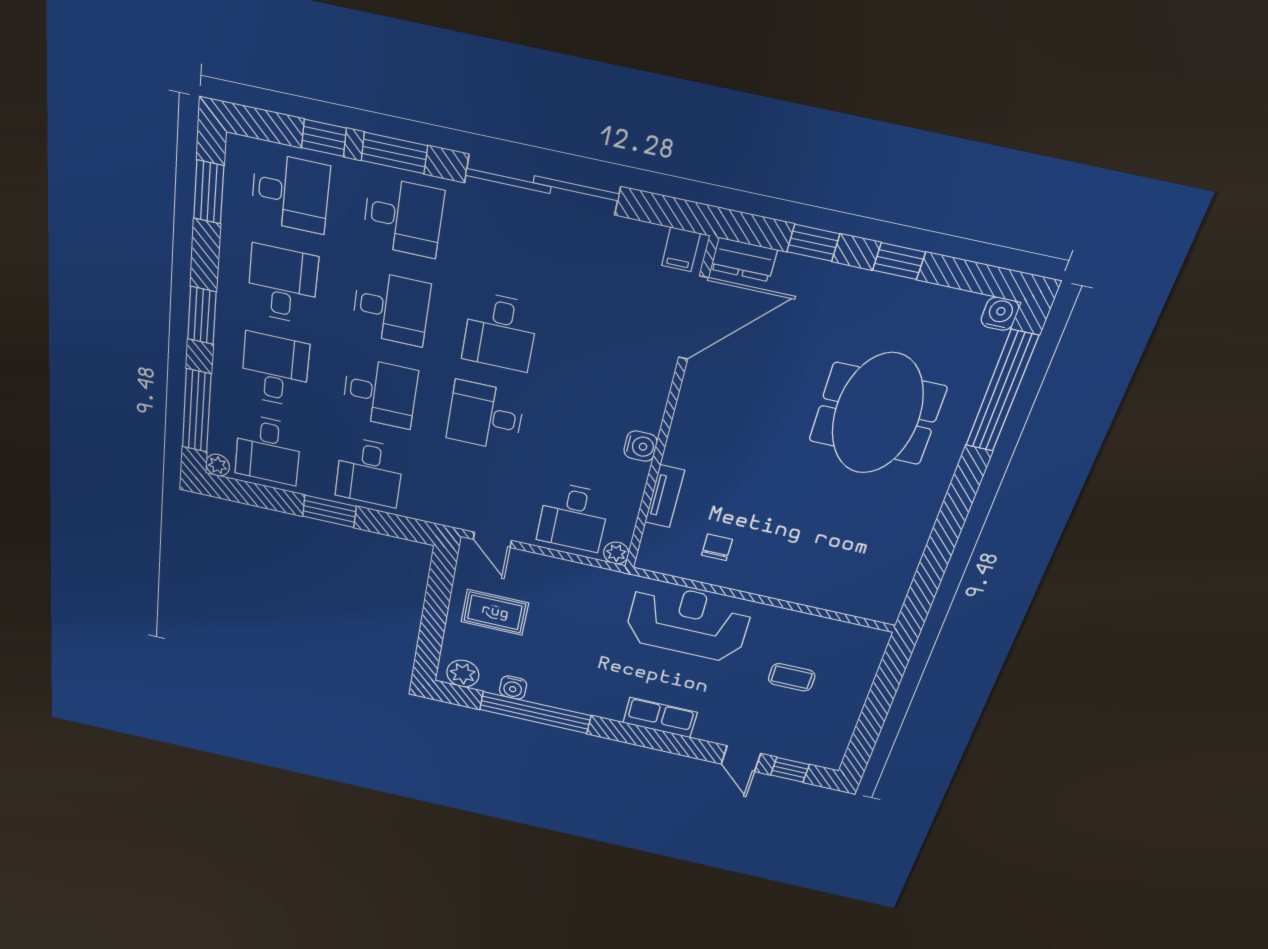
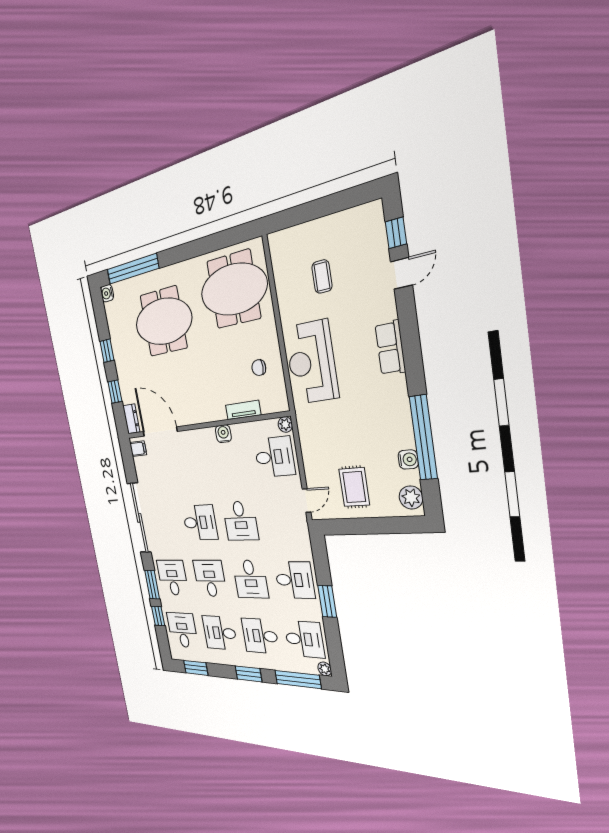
desk: (380, 393) -> (250, 579), turned 180
meeting table: (851, 556) -> (234, 289), added

